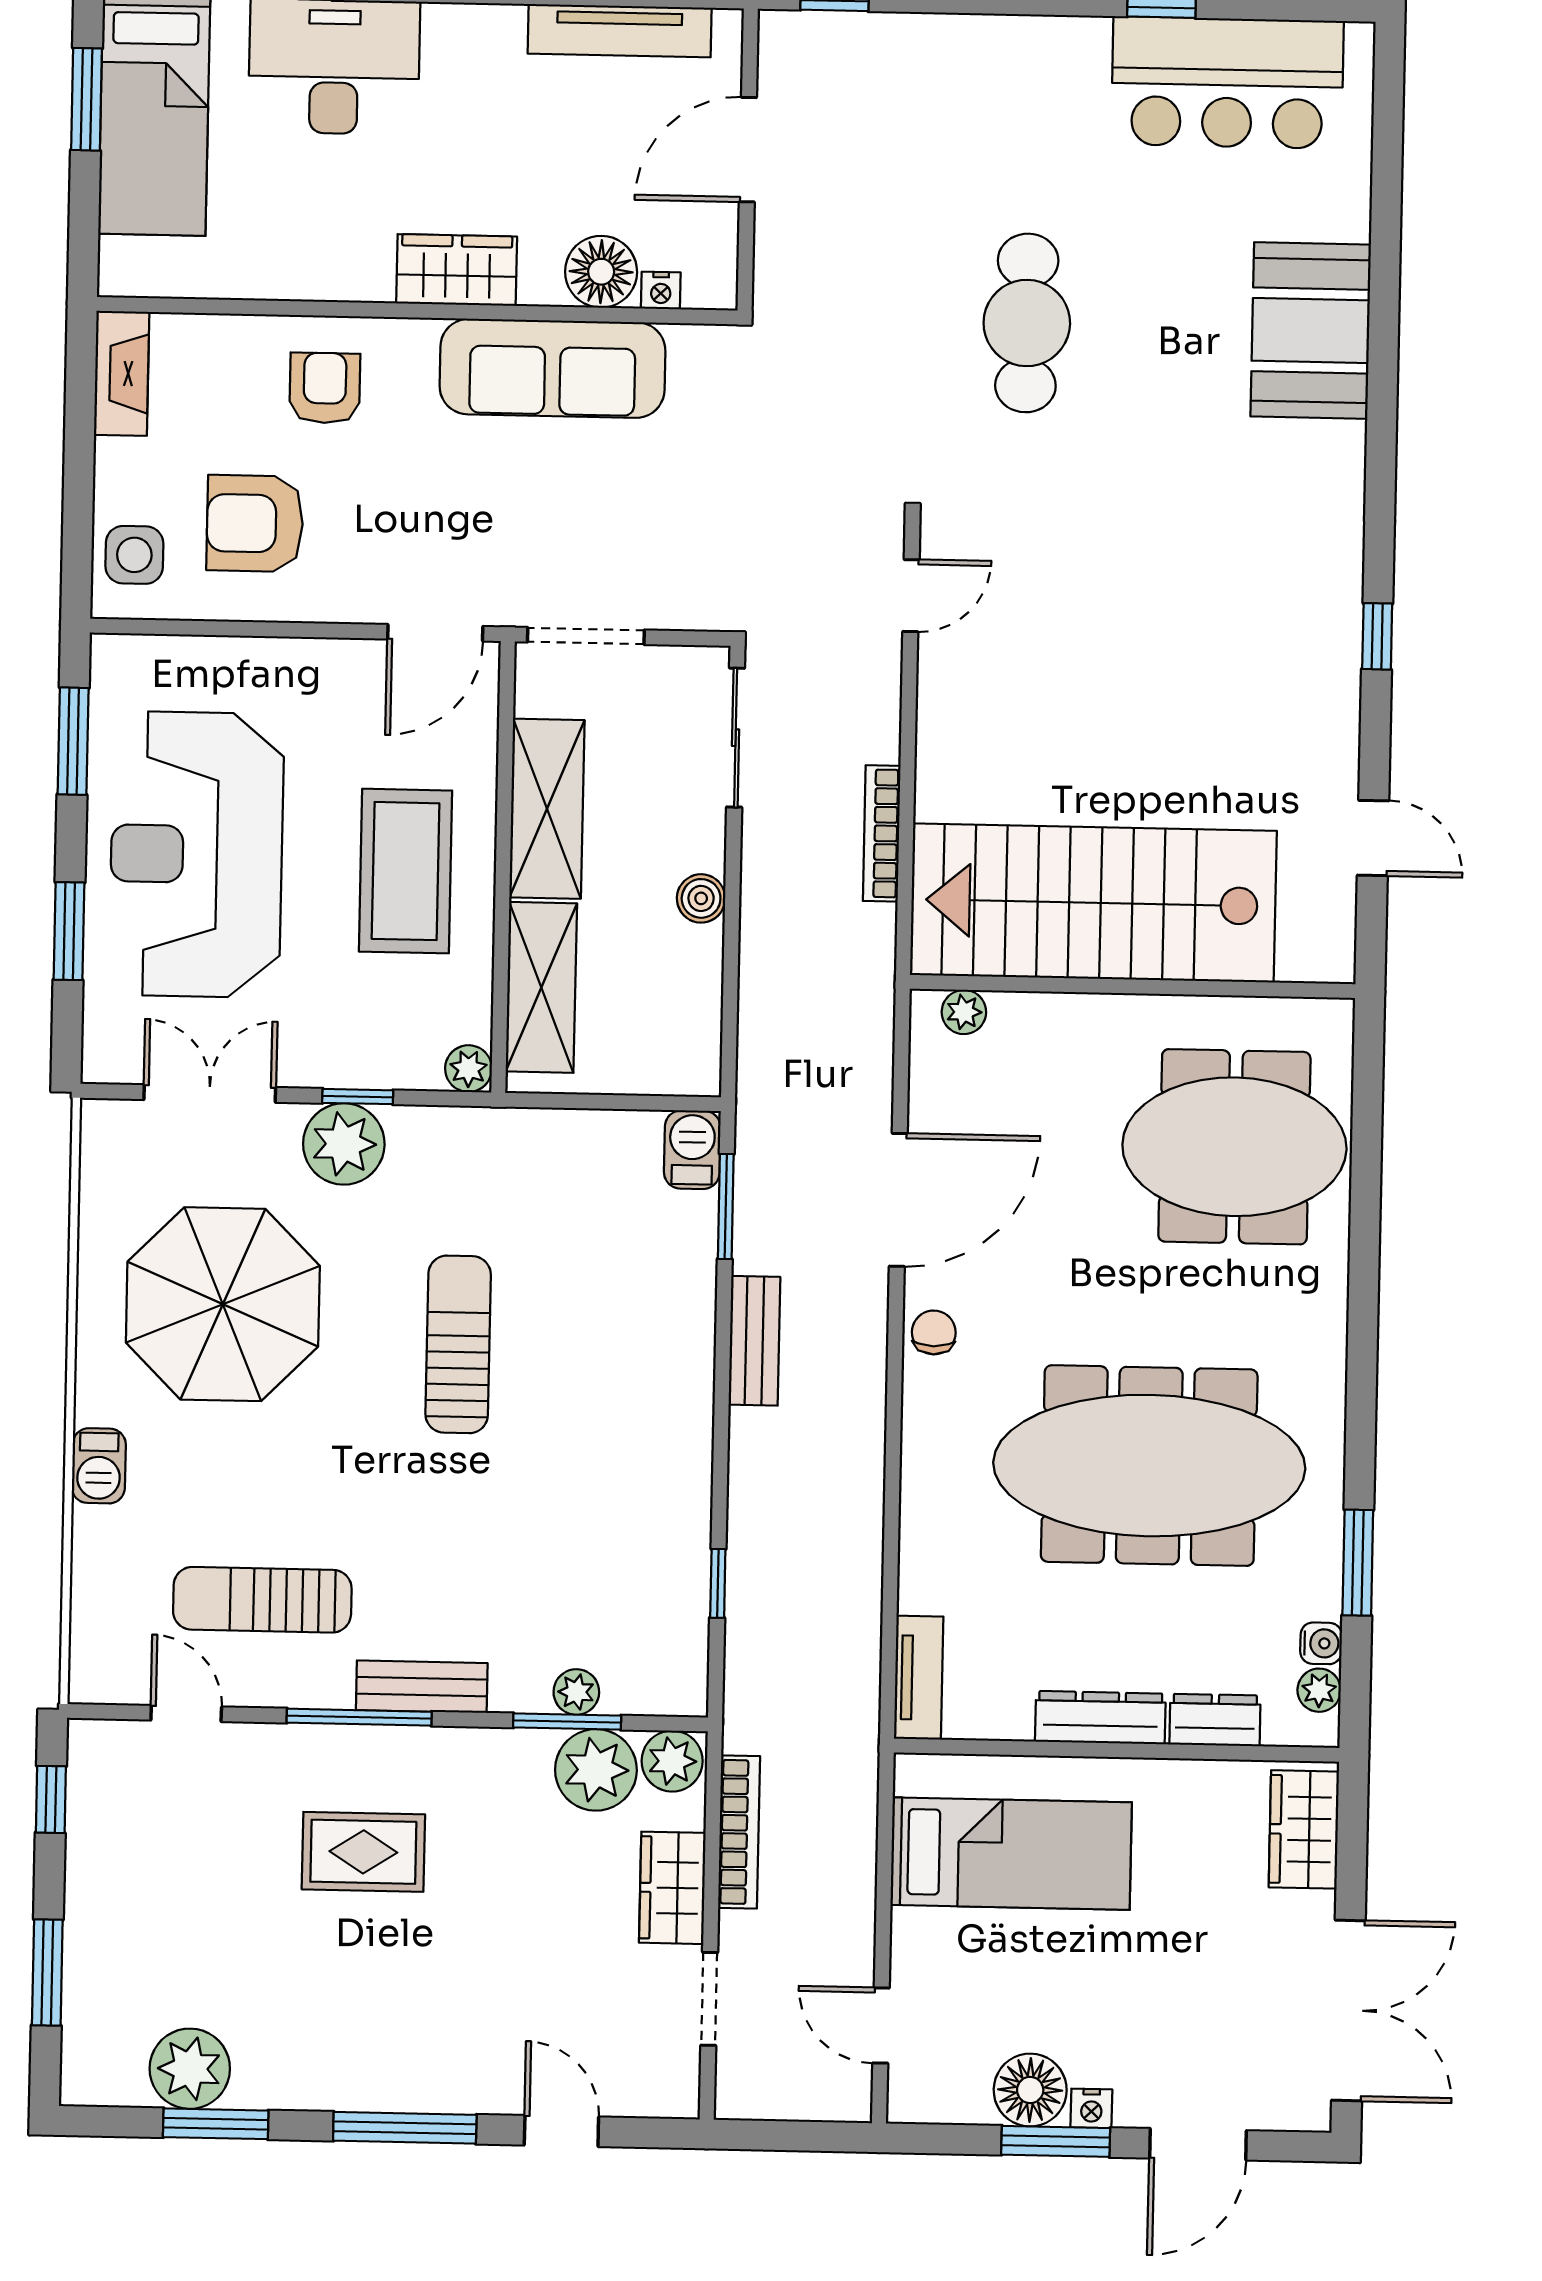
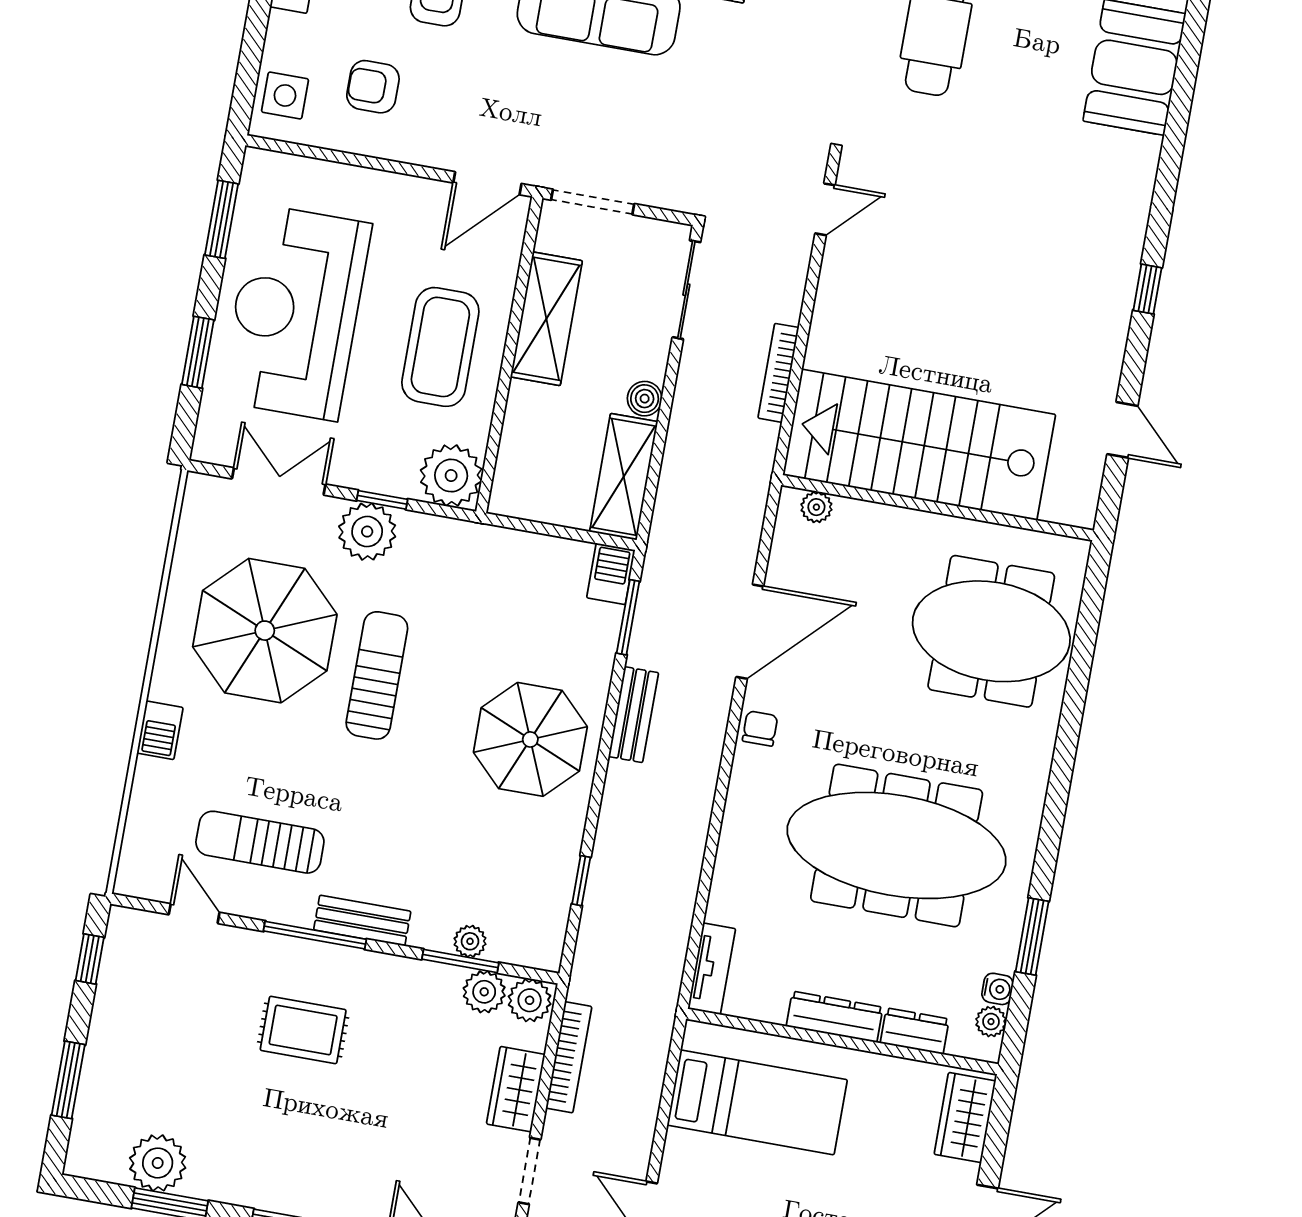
armchair: (255, 523) -> (373, 87), width x0.72, depth x0.72
shelving: (541, 987) -> (624, 477), moved
plant: (469, 1069) -> (451, 476), width x1.88, depth x1.88
sun lounger: (458, 1344) -> (377, 675), moved
parasol: (616, 1398) -> (530, 739), added
plant: (596, 1770) -> (484, 992), width x0.73, depth x0.73

